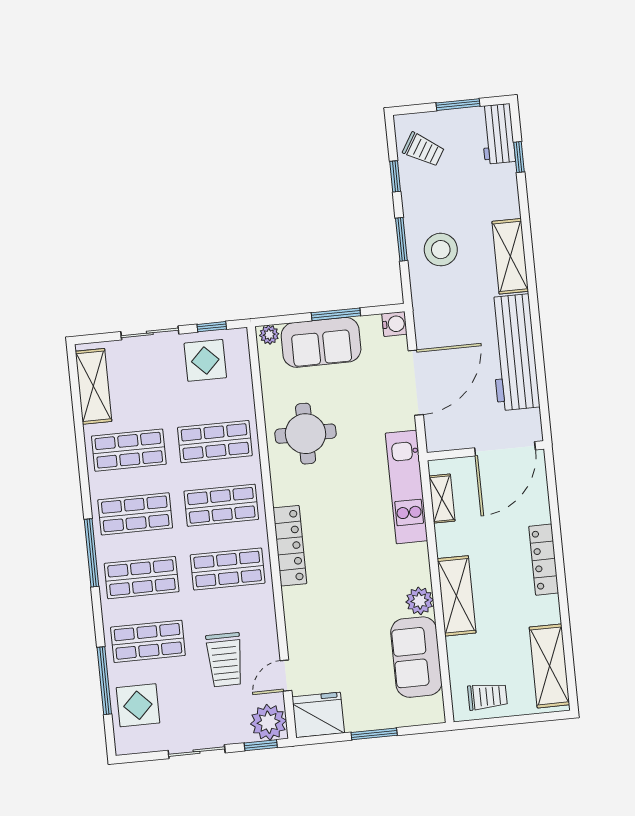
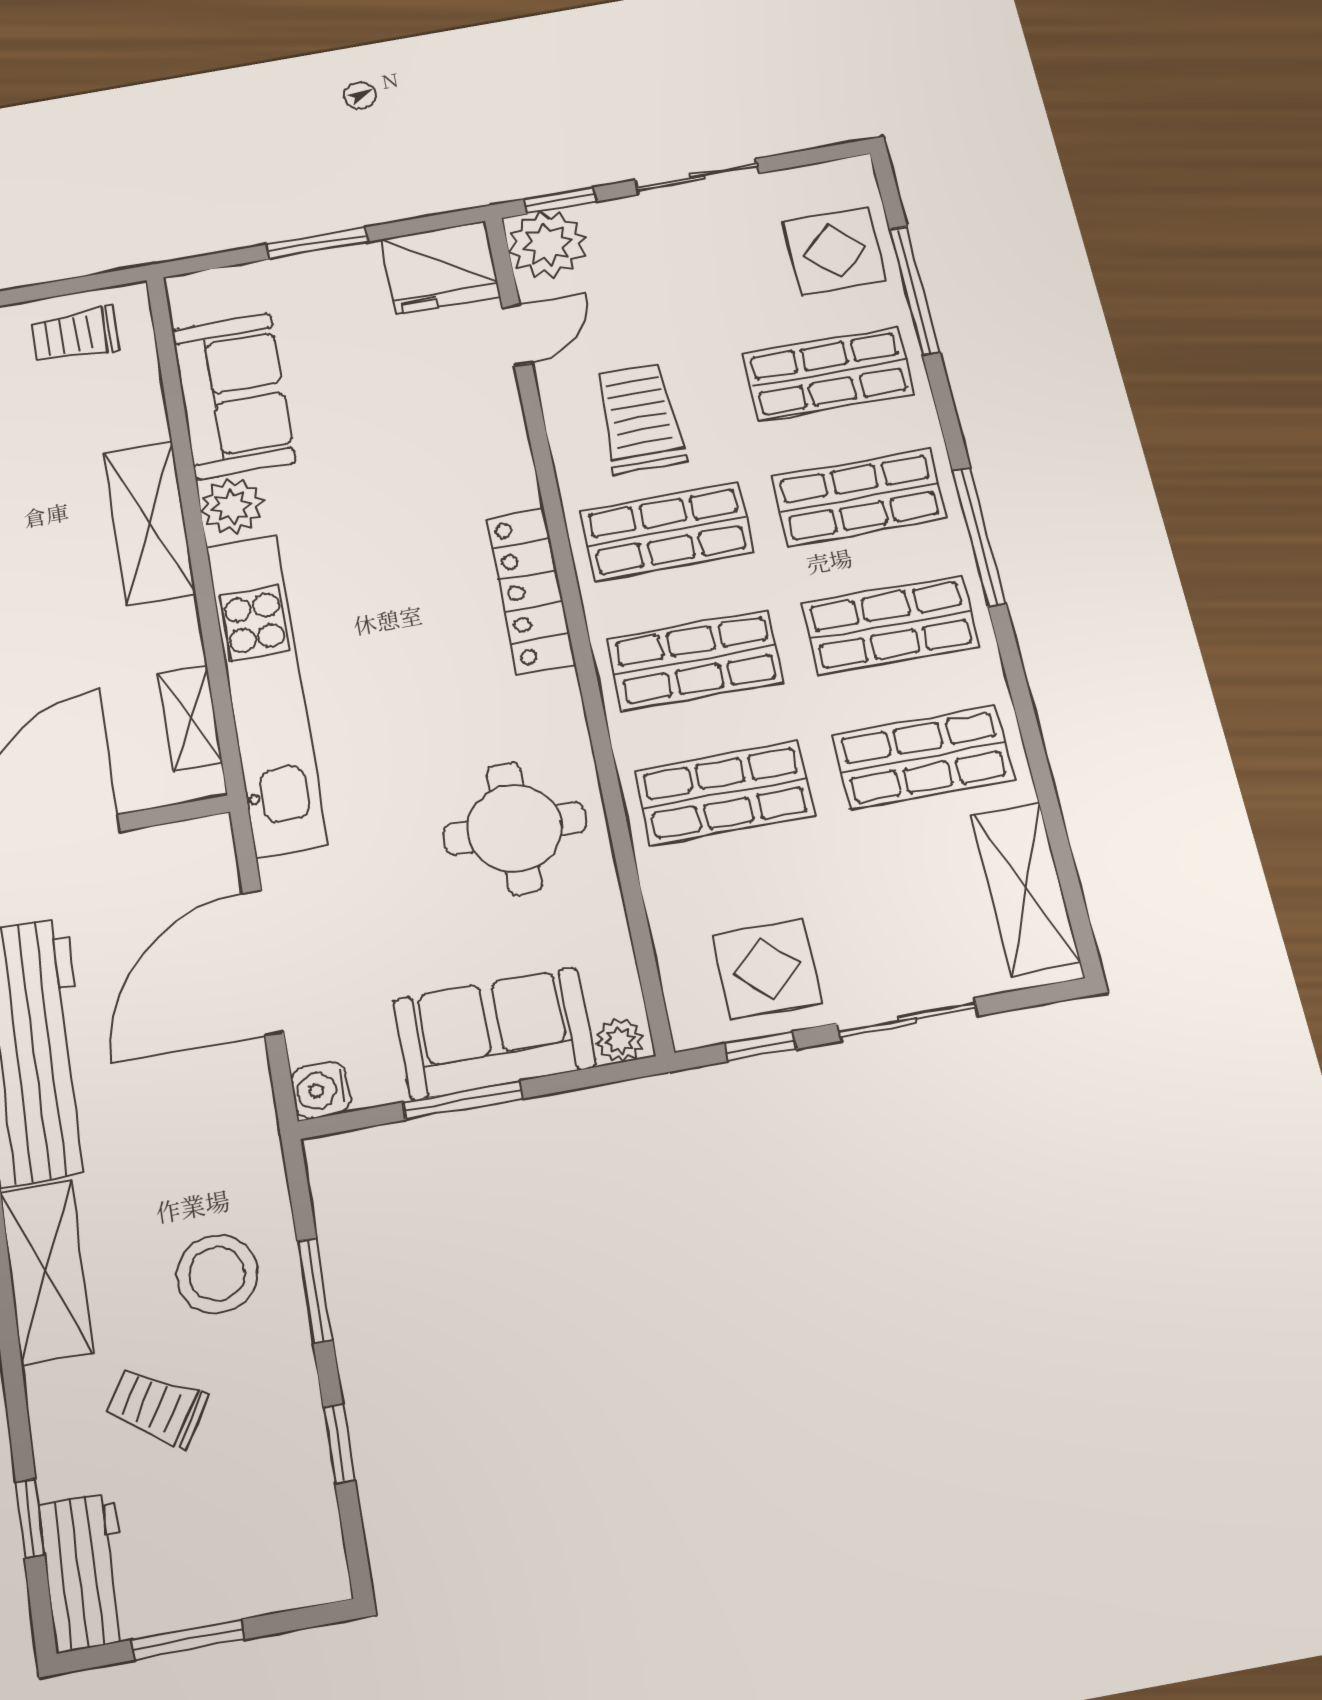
trolley: (423, 150) -> (157, 1407), moved
kitchen unit: (407, 487) -> (266, 694), width x1.36
trolley: (225, 660) -> (640, 419), moved

